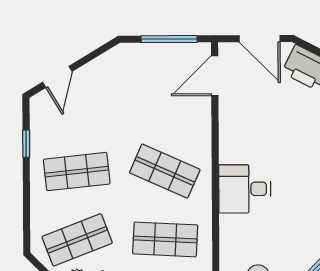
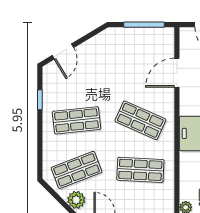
door: (215, 76) -> (177, 73), moved

